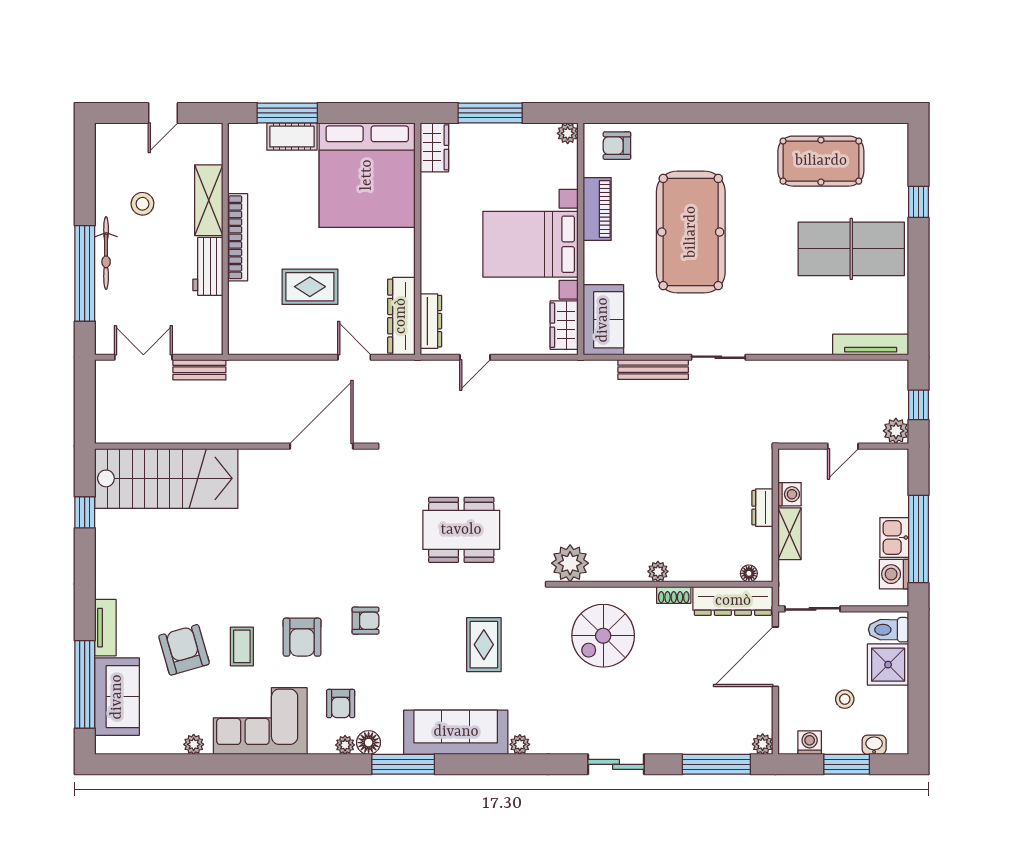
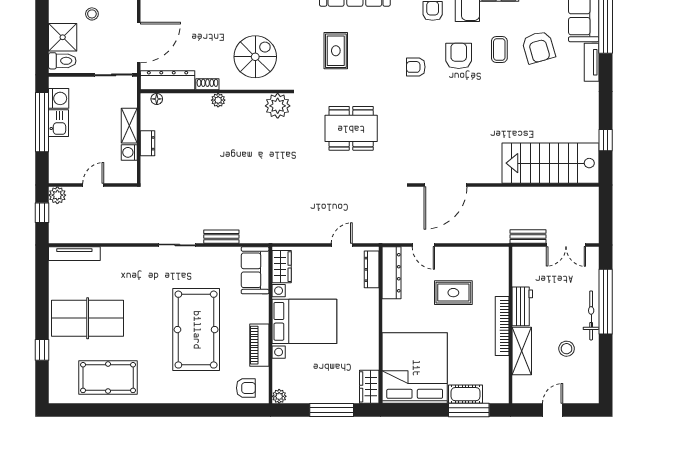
bench: (653, 370) -> (221, 237), width x0.73

